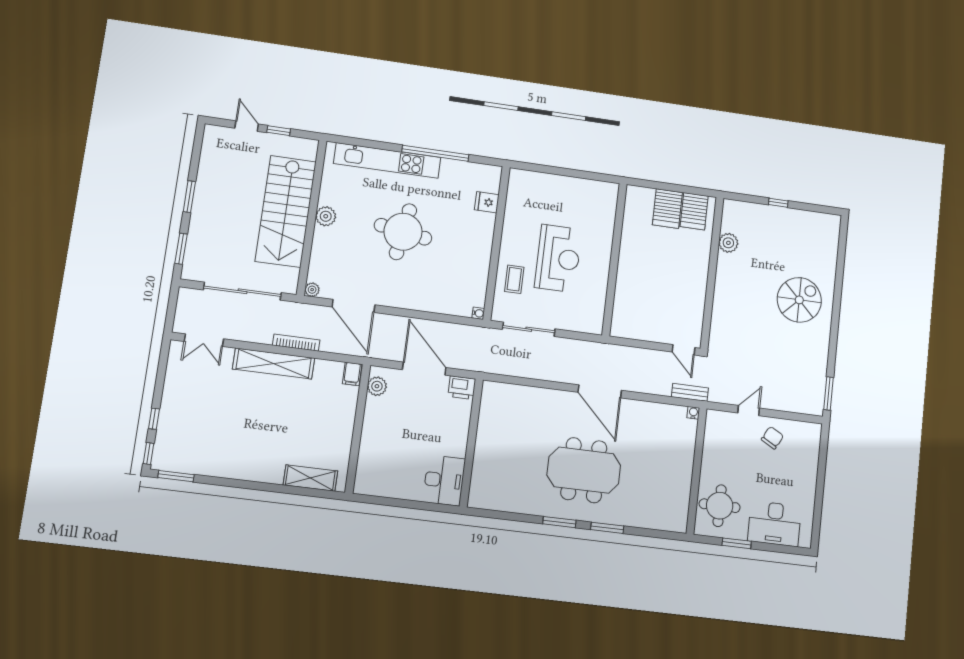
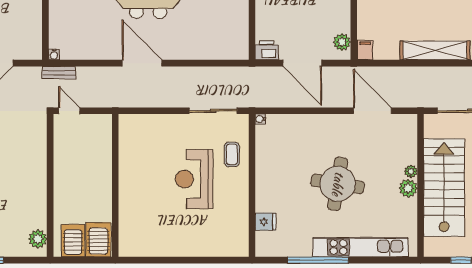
plant: (728, 243) -> (38, 239), moved
wall: (614, 259) -> (115, 185), moved
plant: (312, 290) -> (411, 171), moved
bookcase: (296, 343) -> (418, 71), removed

